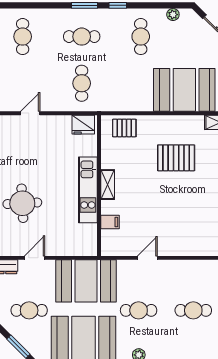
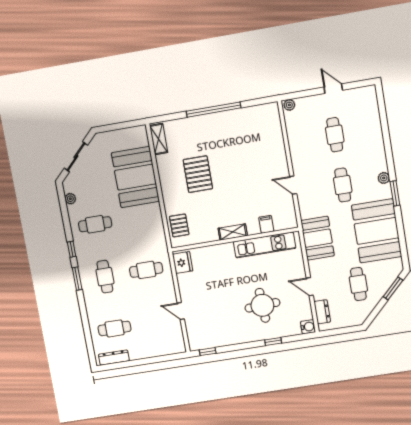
kitchen unit: (88, 190) -> (265, 245), moved
booth: (86, 281) -> (318, 238), width x0.73, depth x0.70

